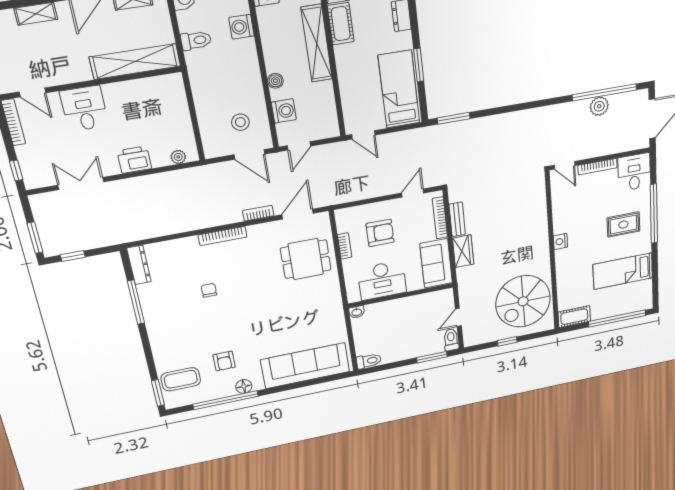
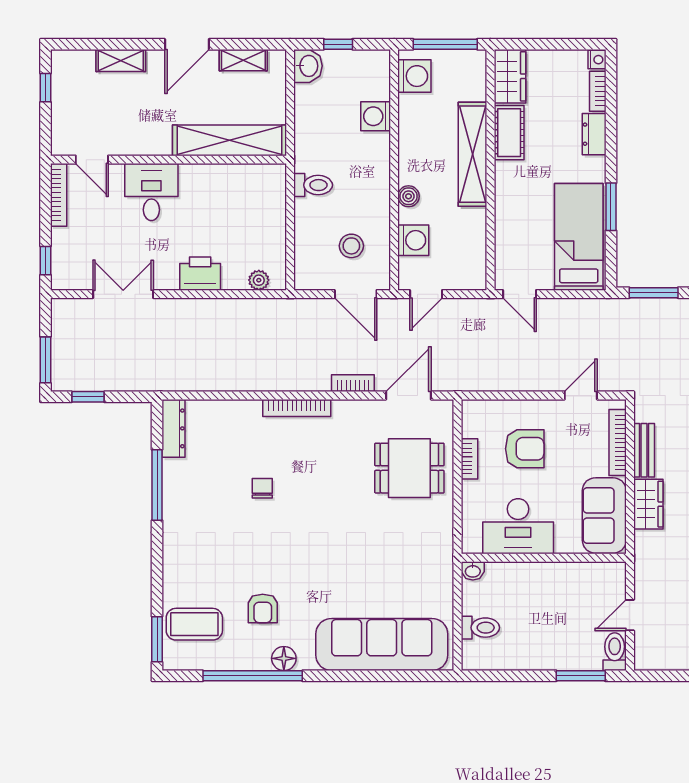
toilet: (196, 40) -> (313, 185), moved
toilet: (369, 361) -> (480, 628), moved

